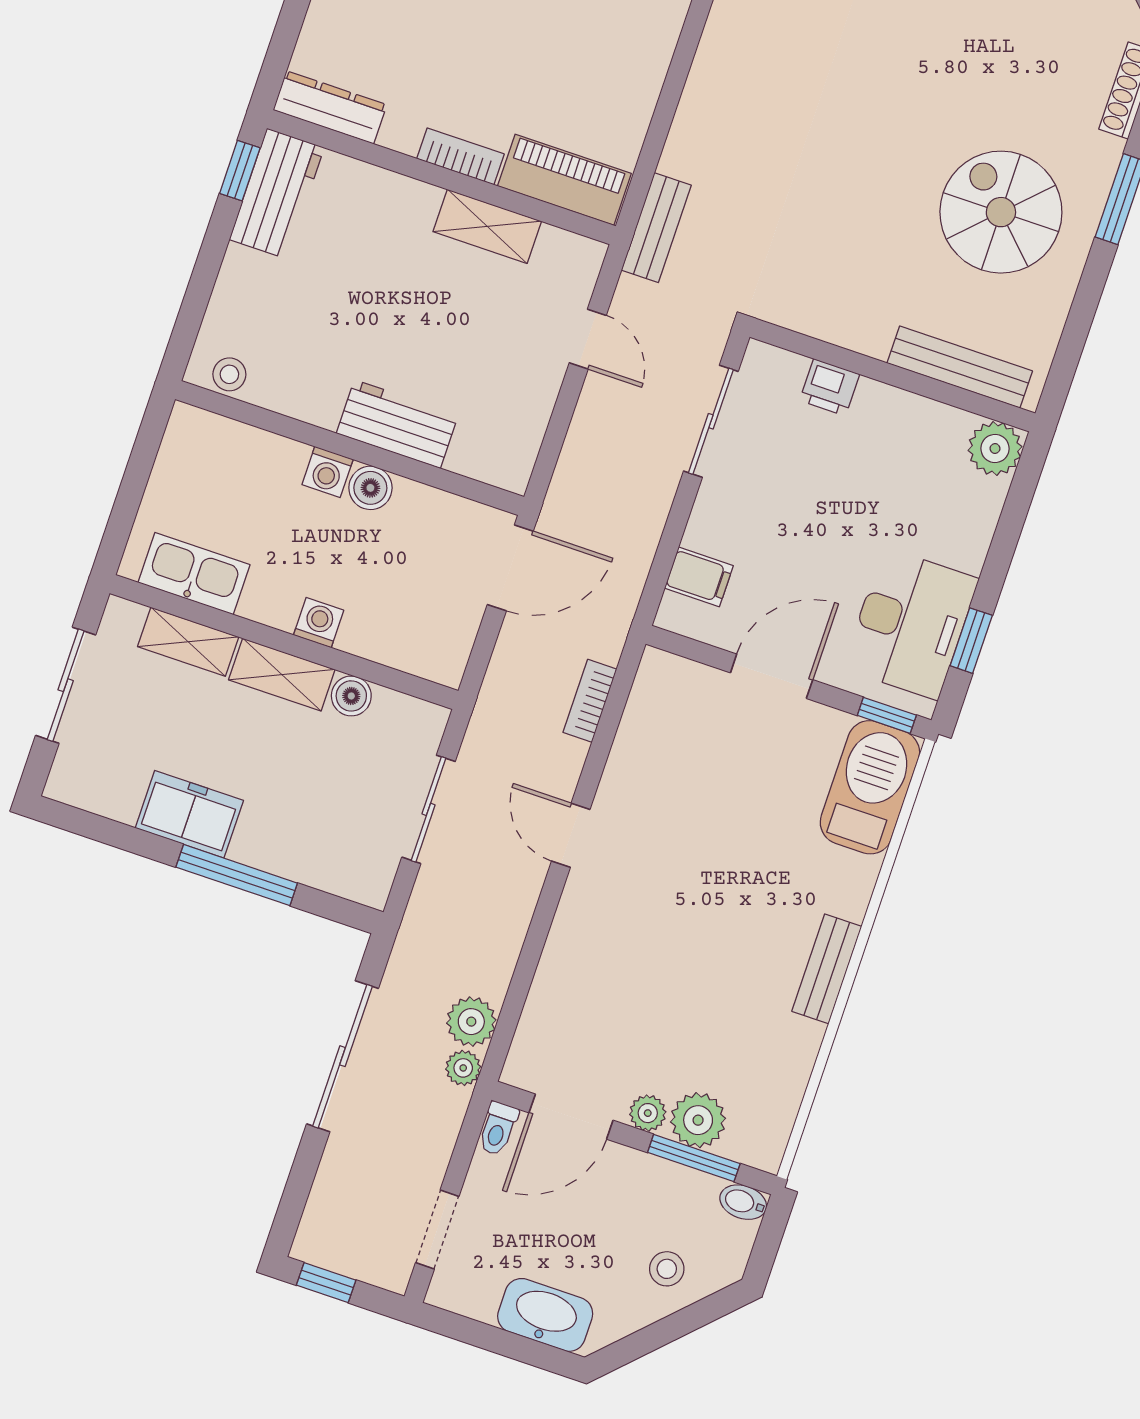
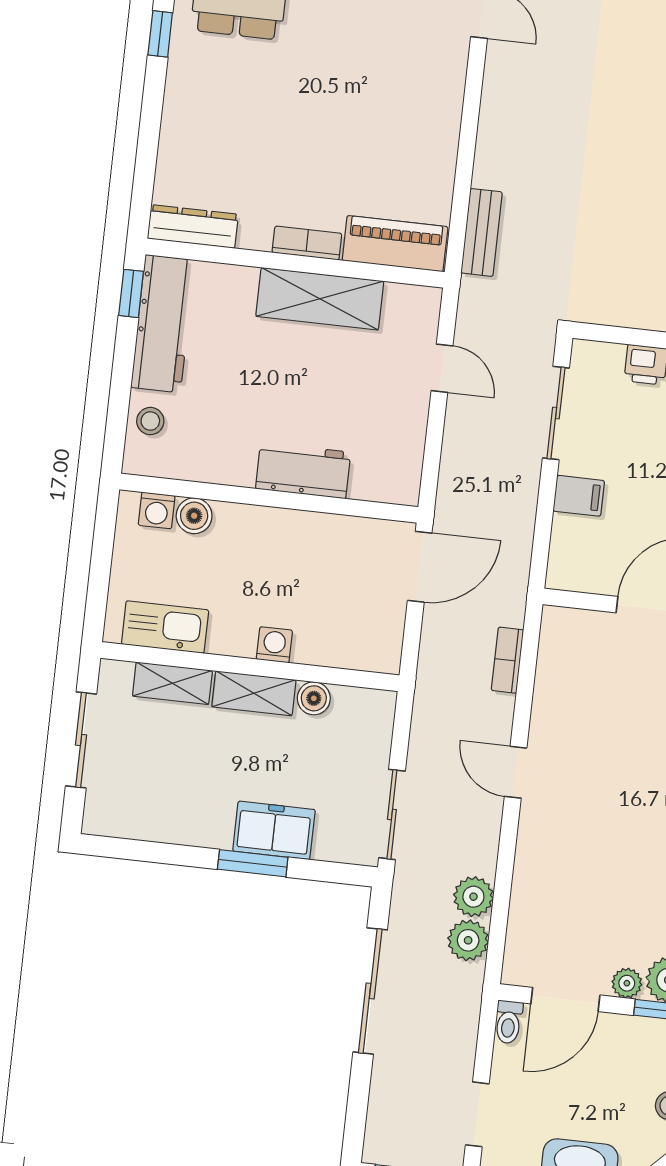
workbench: (277, 194) -> (163, 324), width x1.38
shelving: (487, 226) -> (320, 299), width x1.50, depth x1.33
bench: (656, 228) -> (482, 232), moved
stool: (229, 374) -> (150, 421), moved
washing machine: (328, 472) -> (157, 510), moved
boiler: (370, 488) -> (194, 516), moved
filing cabinet: (699, 577) -> (579, 496), moved
sliding door: (429, 809) -> (392, 814), moved
freezer: (189, 814) -> (274, 830), moved
window: (237, 875) -> (253, 863), width x0.69
plant: (463, 1068) -> (473, 897), moved, width x1.38, depth x1.38

